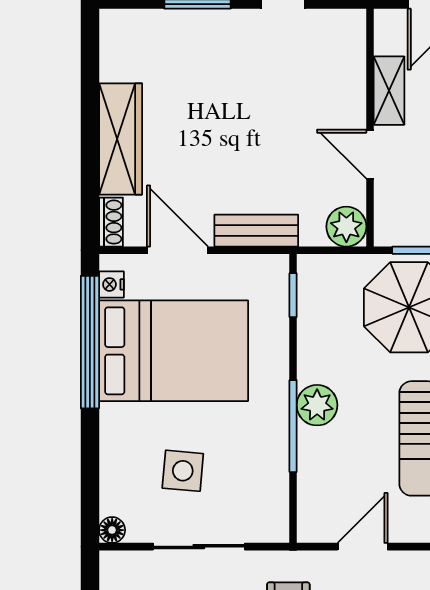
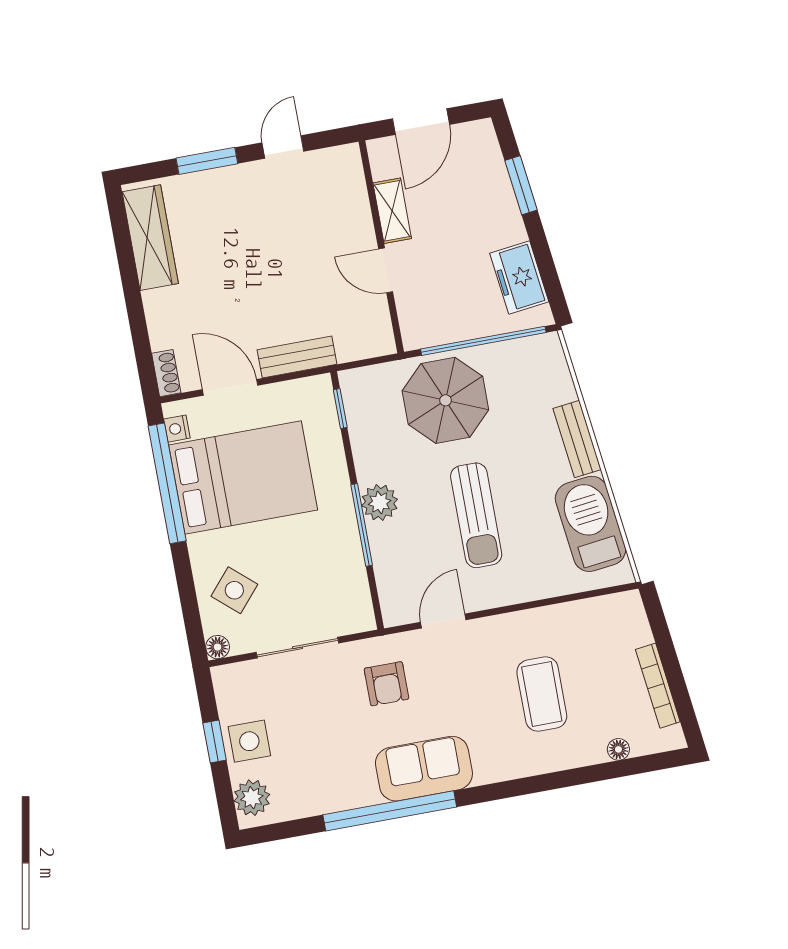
wardrobe: (121, 139) -> (150, 238), moved
plant: (346, 227) -> (376, 339), removed
side table: (183, 471) -> (234, 590), moved, turned 36

